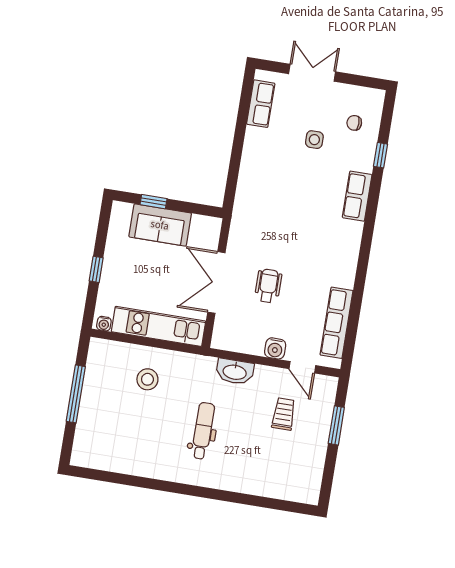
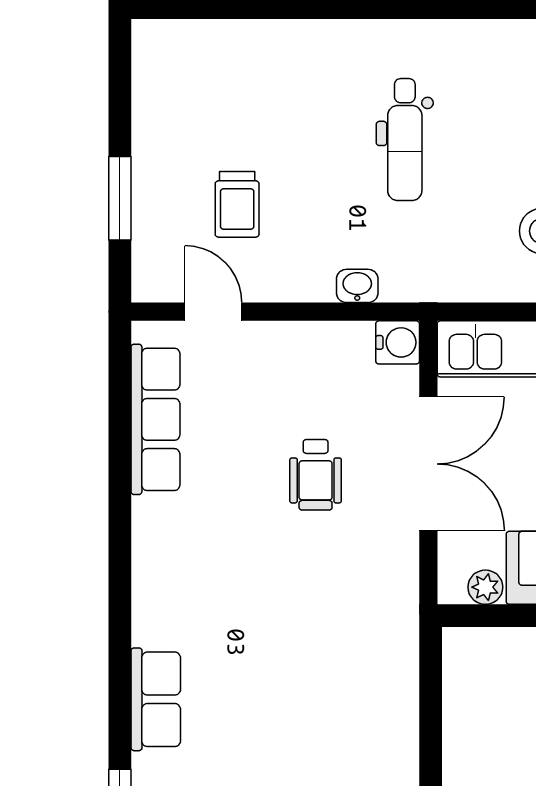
plant: (200, 222) -> (485, 587), added
water cooler: (275, 348) -> (398, 342), moved, turned 90
washbasin: (235, 372) -> (357, 286), width x0.52, depth x0.69

